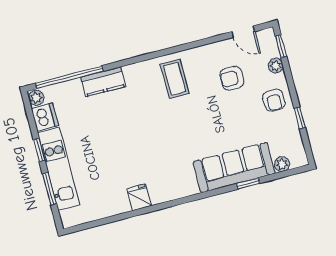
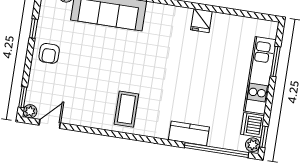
door: (243, 32) -> (50, 124), hinge flipped
plant: (276, 66) -> (30, 111), moved
armchair: (232, 78) -> (77, 88), removed
armchair: (274, 100) -> (49, 53), turned 180
window: (39, 150) -> (264, 137), moved

